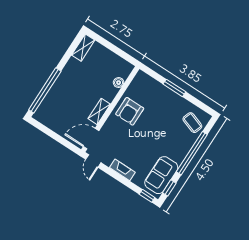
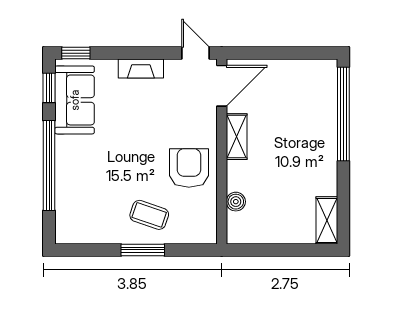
coffee table: (192, 123) -> (149, 215), moved

